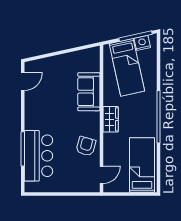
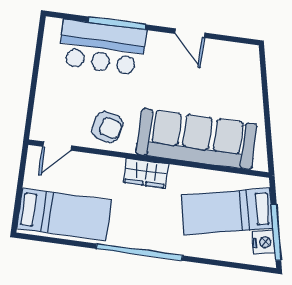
door: (23, 81) -> (190, 33), moved
sofa: (89, 92) -> (196, 139), width x1.85, depth x1.27
door: (102, 175) -> (57, 146), hinge flipped

